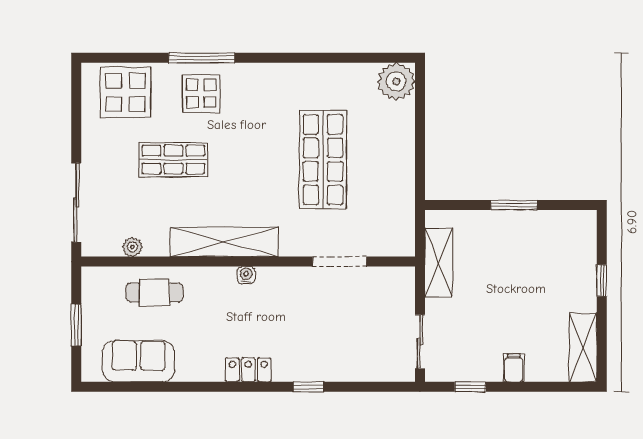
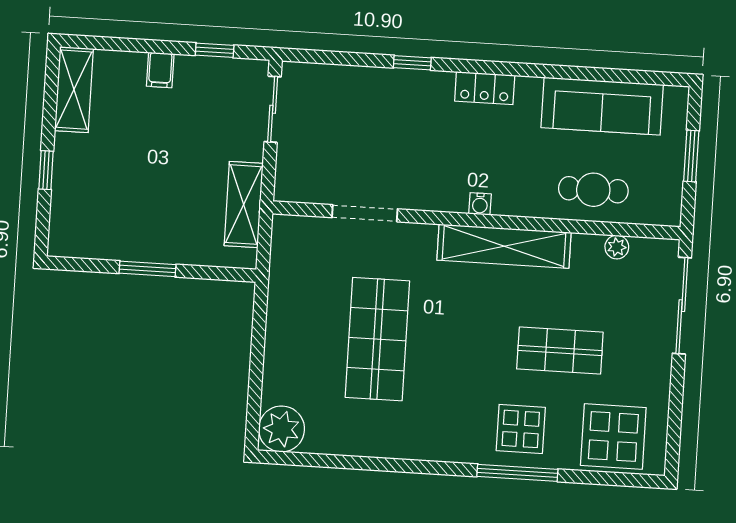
sofa: (139, 361) -> (602, 106), width x1.36

